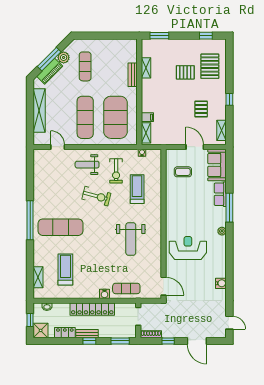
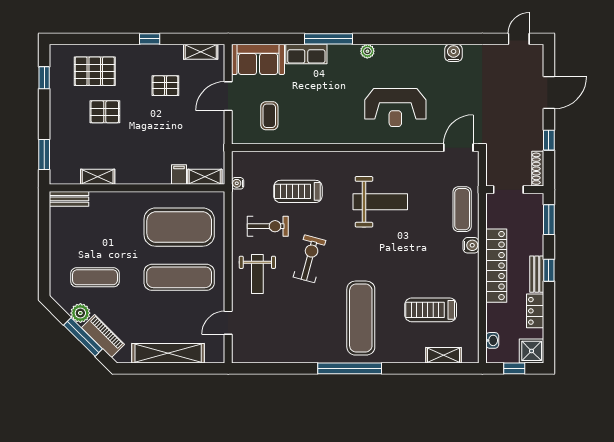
pallet: (185, 72) -> (105, 112), turned 90
bench: (133, 75) -> (69, 199), moved
reception desk: (188, 248) -> (395, 107), turned -90

